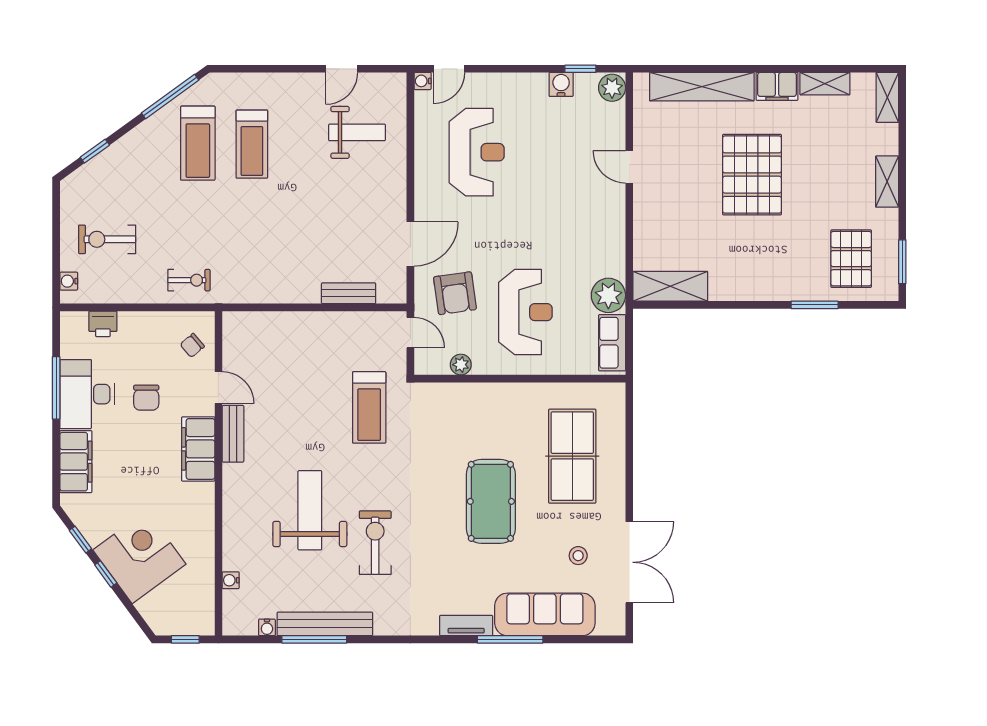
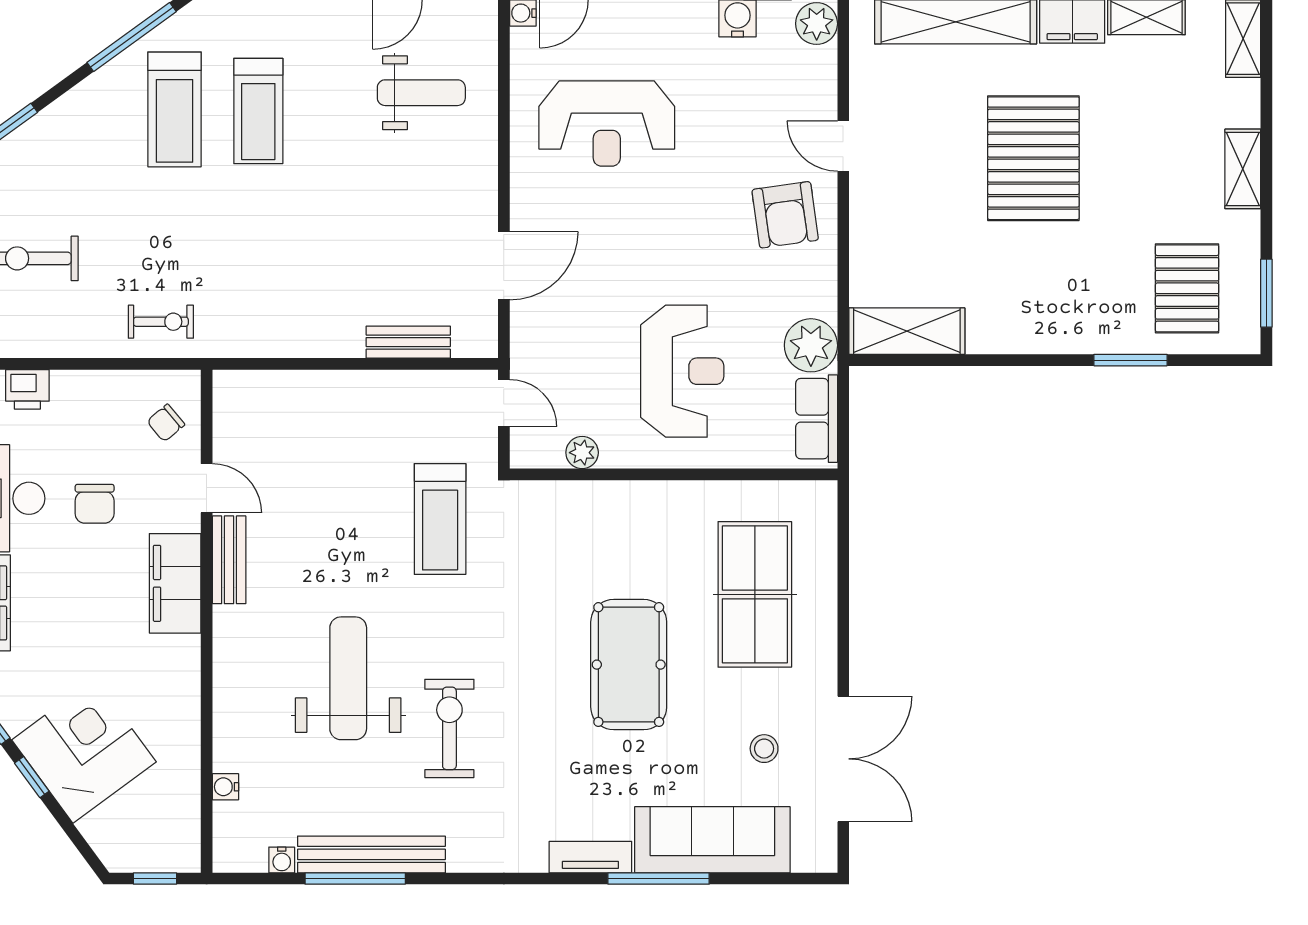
reception desk: (477, 152) -> (607, 123), turned 90
armchair: (455, 293) -> (785, 215), moved

